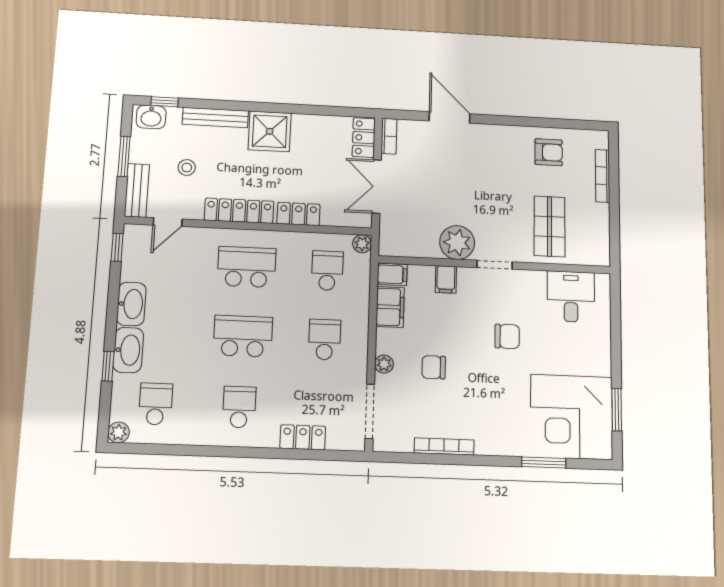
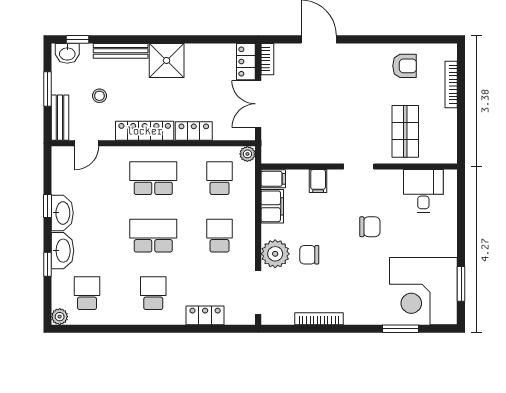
plant: (457, 243) -> (327, 149), removed
window: (117, 247) -> (47, 206), moved
plant: (384, 364) -> (275, 254), width x1.88, depth x1.88

